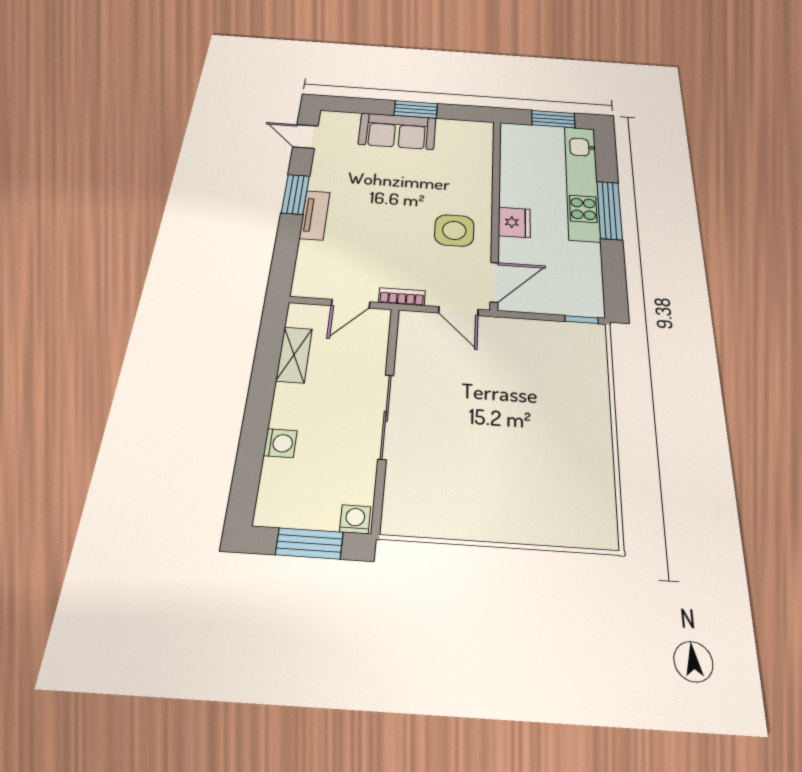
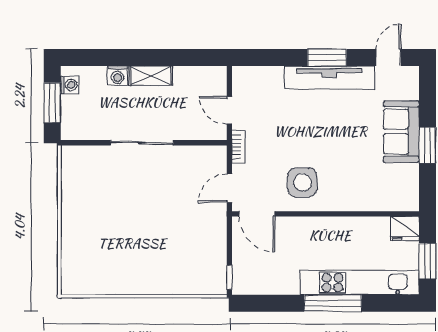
tv unit: (315, 215) -> (330, 77), width x1.92, depth x1.29
fridge: (514, 222) -> (405, 228), moved
shelving: (294, 355) -> (151, 76), moved
washing machine: (355, 519) -> (70, 85), moved

